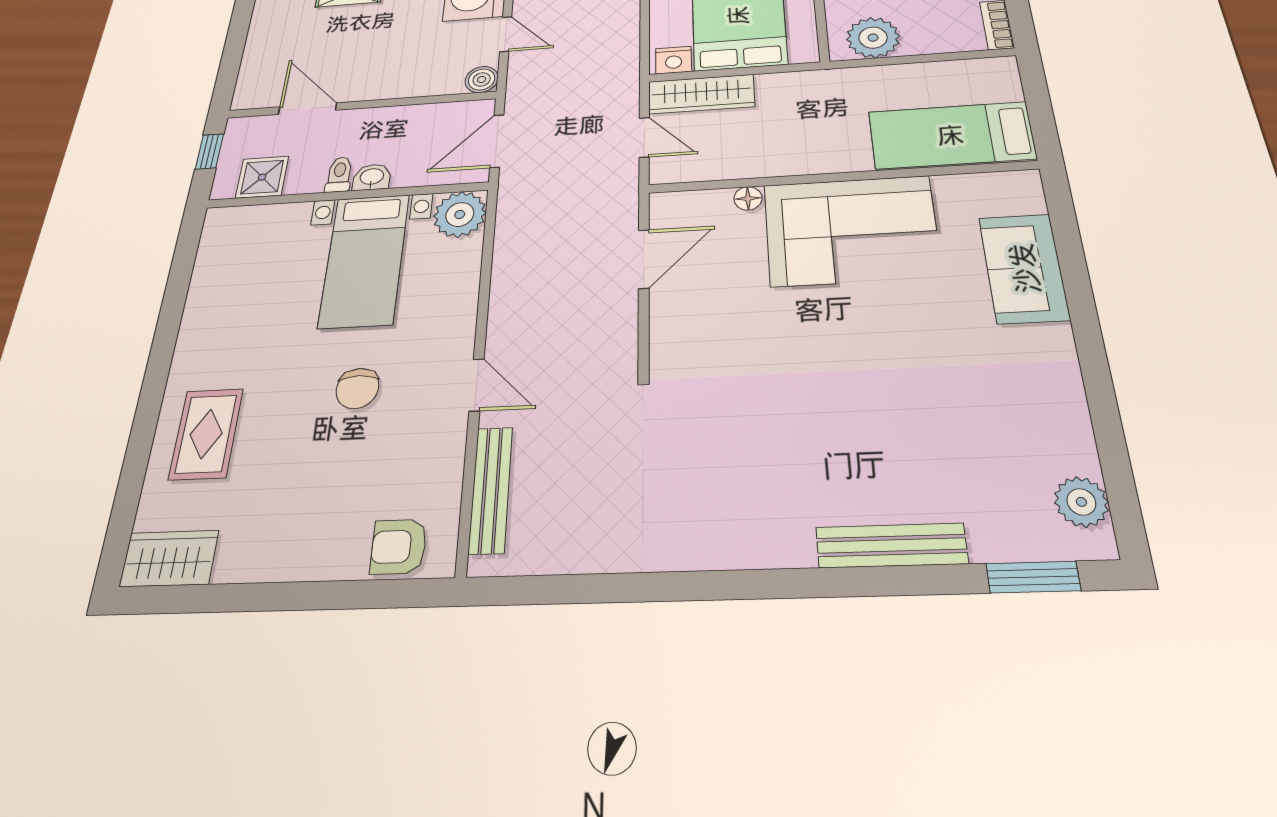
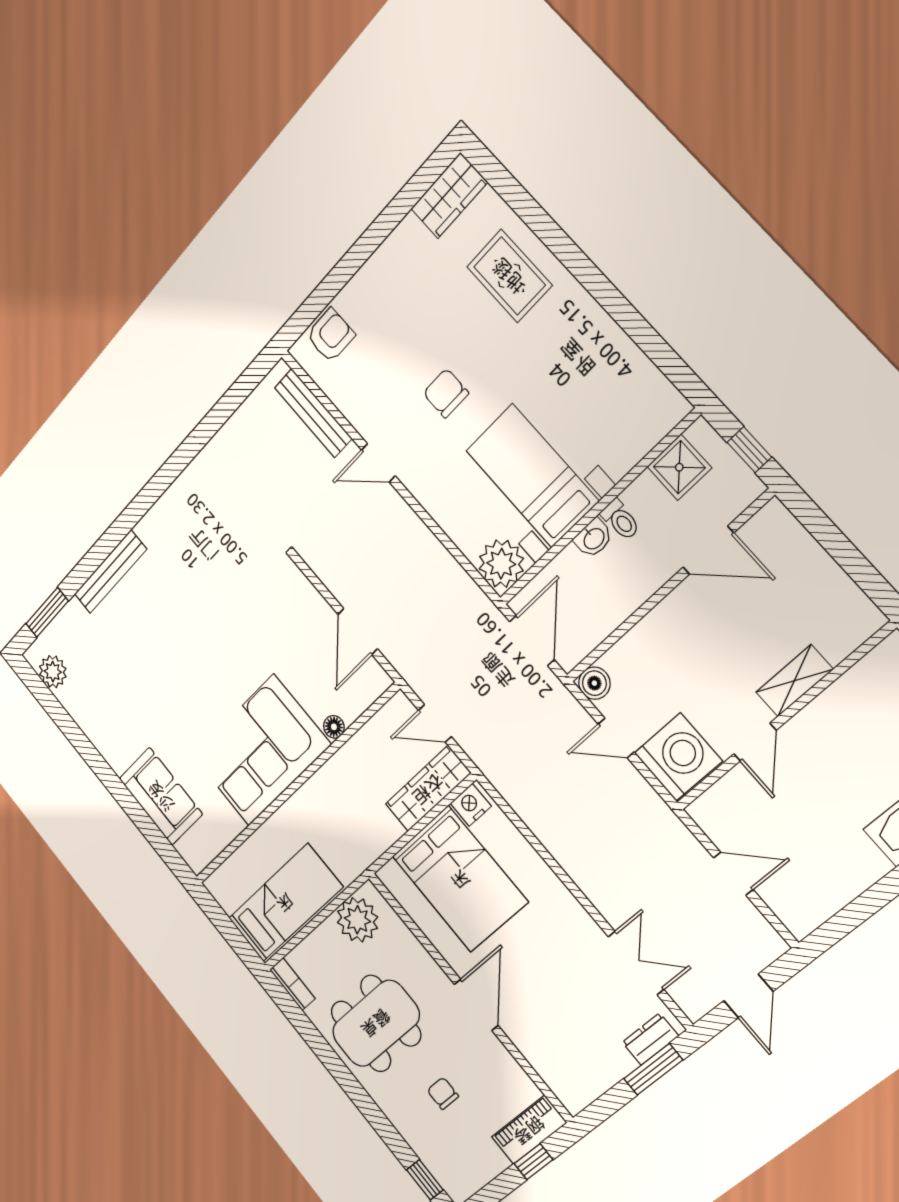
bed: (951, 135) -> (285, 903), moved

